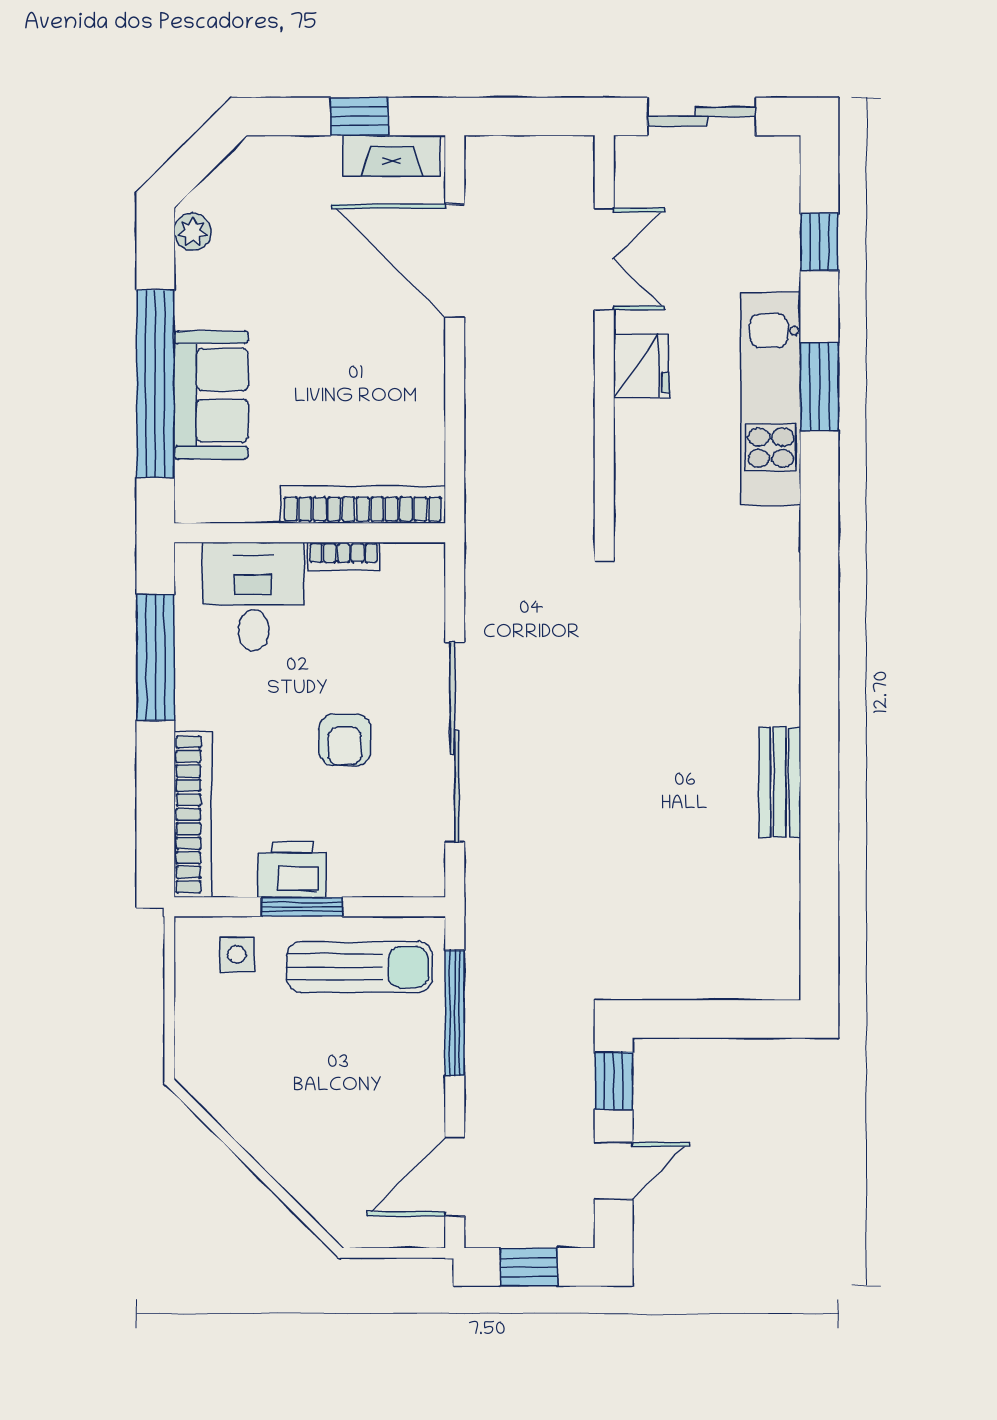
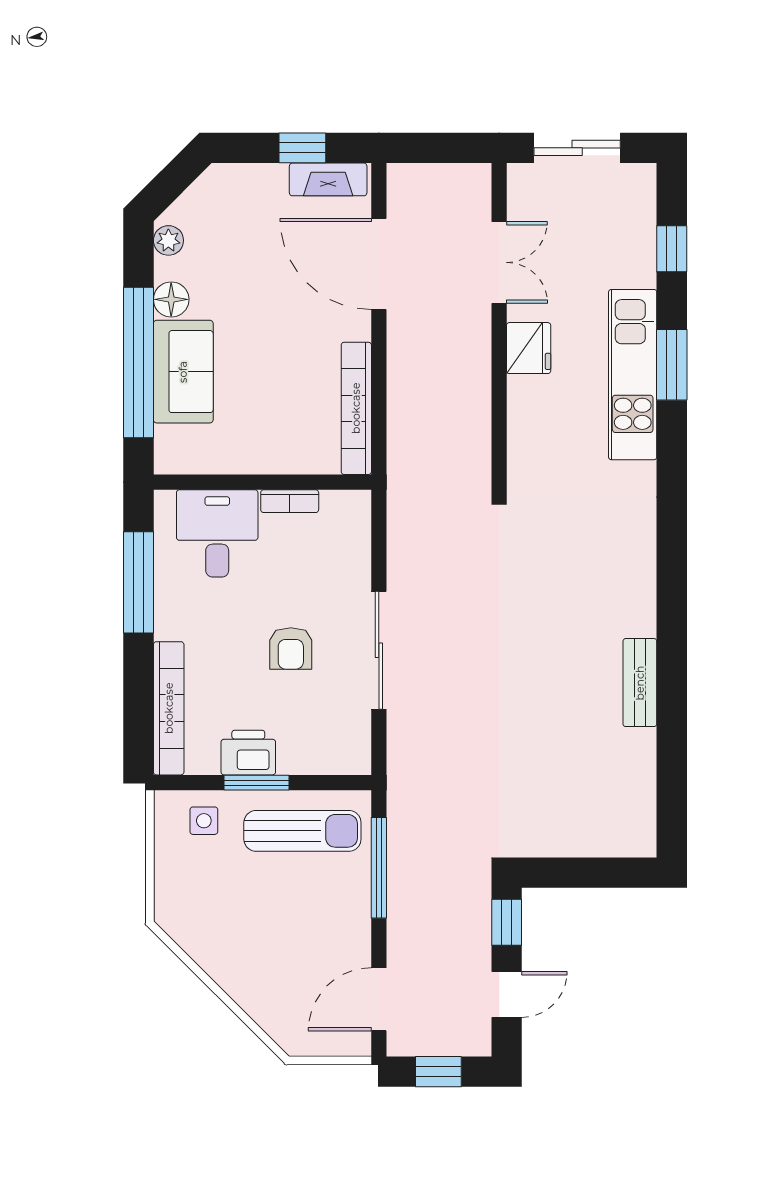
floor lamp: (196, 305) -> (171, 299), added
bookcase: (363, 505) -> (356, 408), moved, turned -90
sliding door: (455, 742) -> (379, 650), width x0.73

